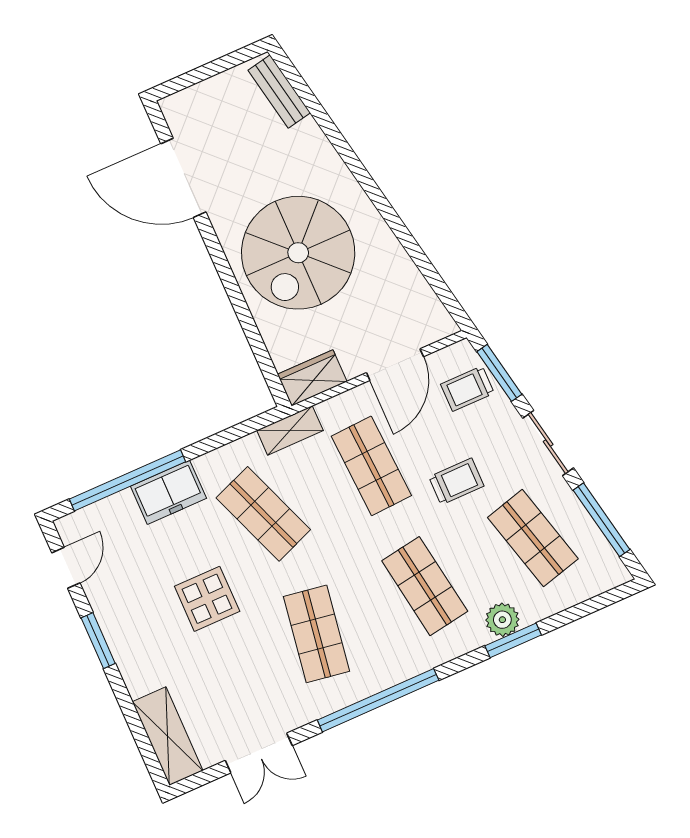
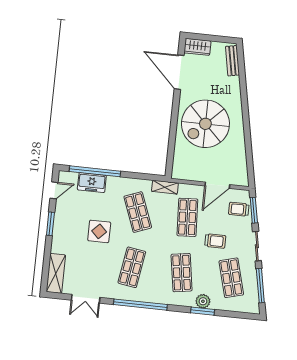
wardrobe: (312, 378) -> (197, 47), moved, turned 180
freezer: (168, 492) -> (92, 183), moved

